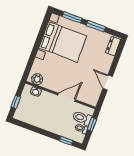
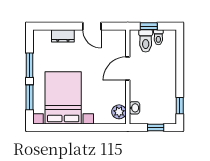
dresser: (113, 46) -> (63, 36), moved
door: (108, 83) -> (92, 26), hinge flipped
door: (67, 97) -> (128, 69), hinge flipped
window: (66, 141) -> (180, 106), moved

